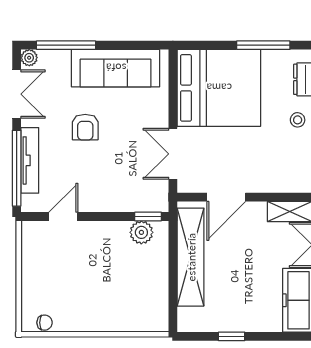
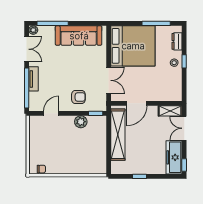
armchair: (85, 127) -> (78, 97), moved, turned -90
double door: (173, 154) -> (109, 80), swing flipped
tv unit: (30, 160) -> (34, 79), width x0.71
plant: (141, 232) -> (81, 122), moved

